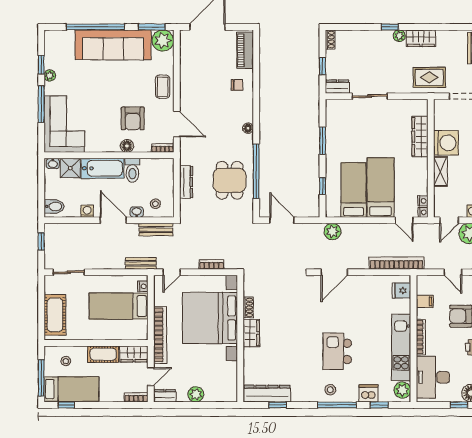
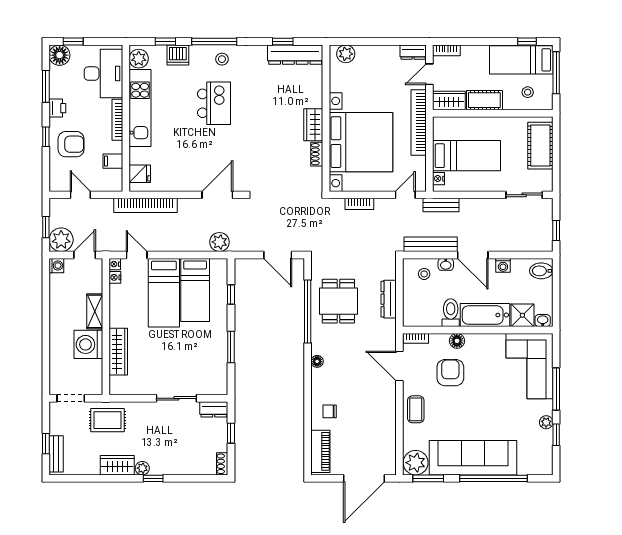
bench: (156, 230) -> (431, 244), width x1.36
plant: (196, 394) -> (346, 54), moved

